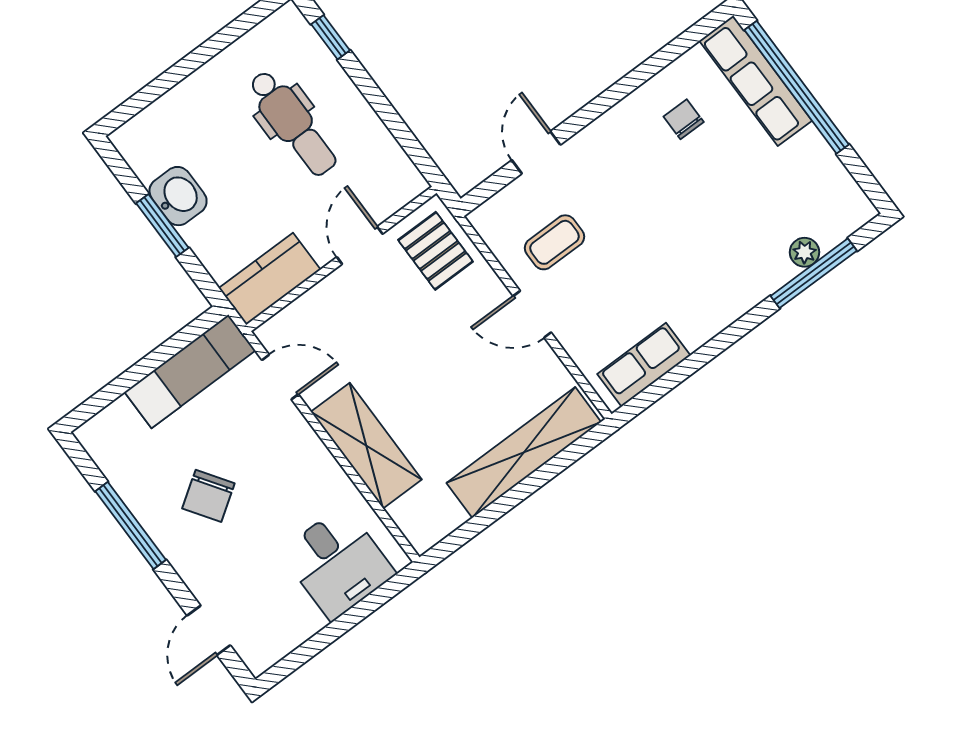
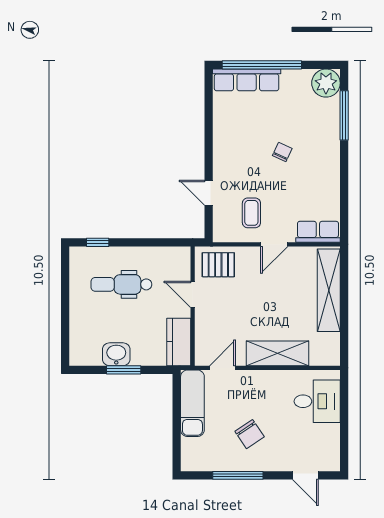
chair: (684, 119) -> (282, 152), moved, turned 115
dental chair: (293, 123) -> (121, 284), turned 180
plant: (805, 252) -> (326, 83), moved, width x1.87, depth x1.87
row of seats: (644, 365) -> (318, 232), moved, turned 90

